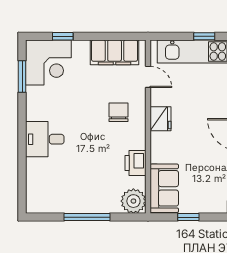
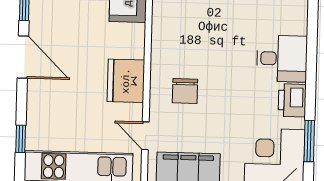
fridge: (161, 119) -> (126, 81), width x1.36, depth x1.34
printer: (135, 163) -> (292, 100), moved, turned 180

